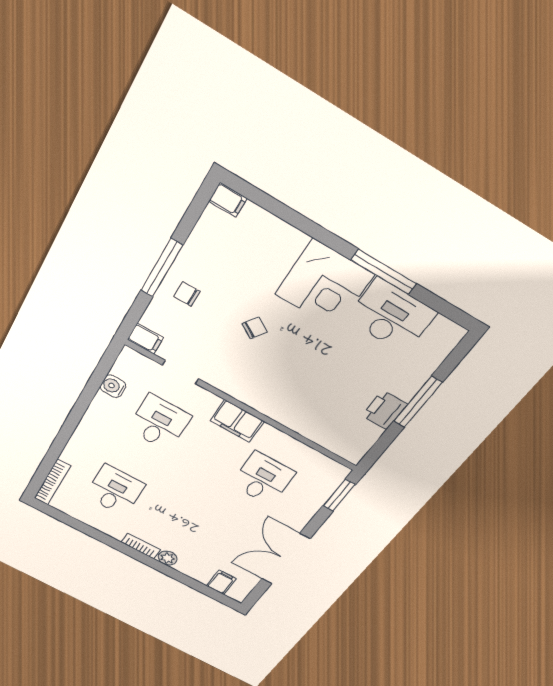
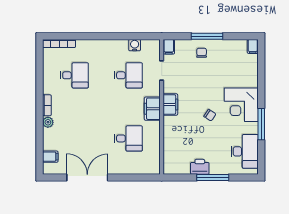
desk: (391, 316) -> (245, 151), moved
chair: (255, 328) -> (210, 115), moved
filing cabinet: (247, 392) -> (170, 104), added
window: (339, 495) -> (142, 178), removed

